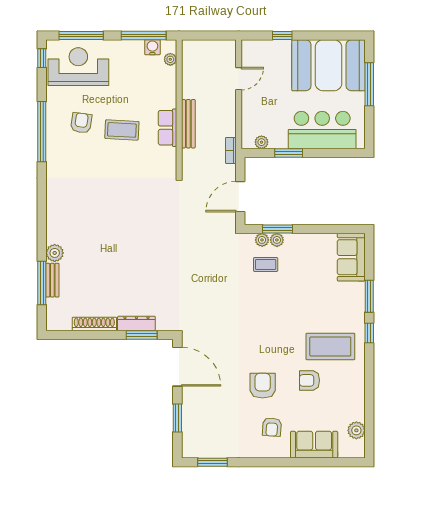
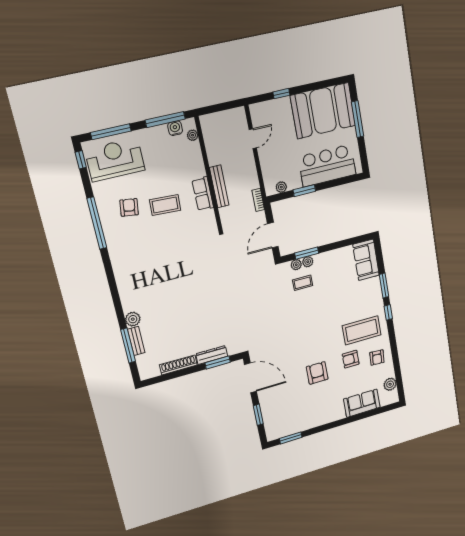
armchair: (272, 427) -> (377, 357), moved

